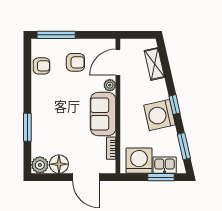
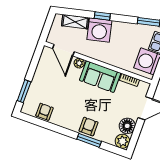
window: (56, 35) -> (24, 91), width x0.69
armchair: (75, 62) -> (89, 127), moved
window: (174, 105) -> (102, 16), moved
washing machine: (160, 115) -> (99, 30), moved

